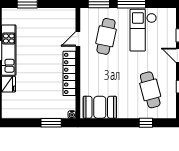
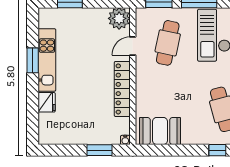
plant: (67, 17) -> (119, 18), added

